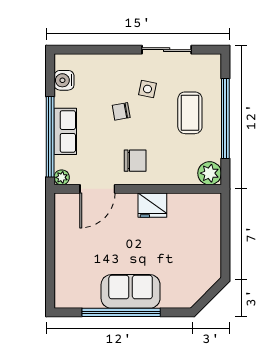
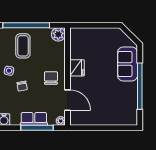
coffee table: (190, 113) -> (23, 46), turned 90
window: (50, 137) -> (37, 128), width x0.68
sofa: (131, 291) -> (127, 64), moved

